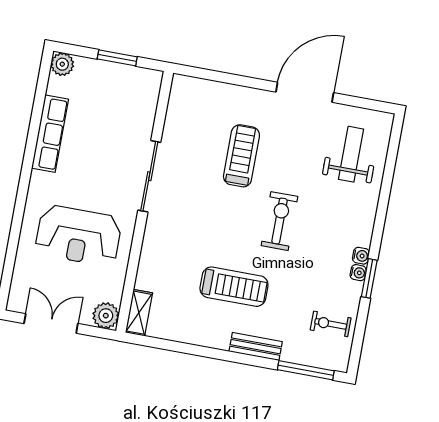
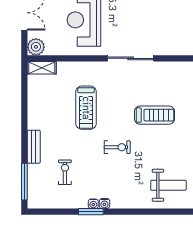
exercise bike: (279, 221) -> (117, 147), width x0.73, depth x0.72
treadmill: (234, 287) -> (86, 108), moved
exercise bike: (331, 324) -> (65, 172), moved

